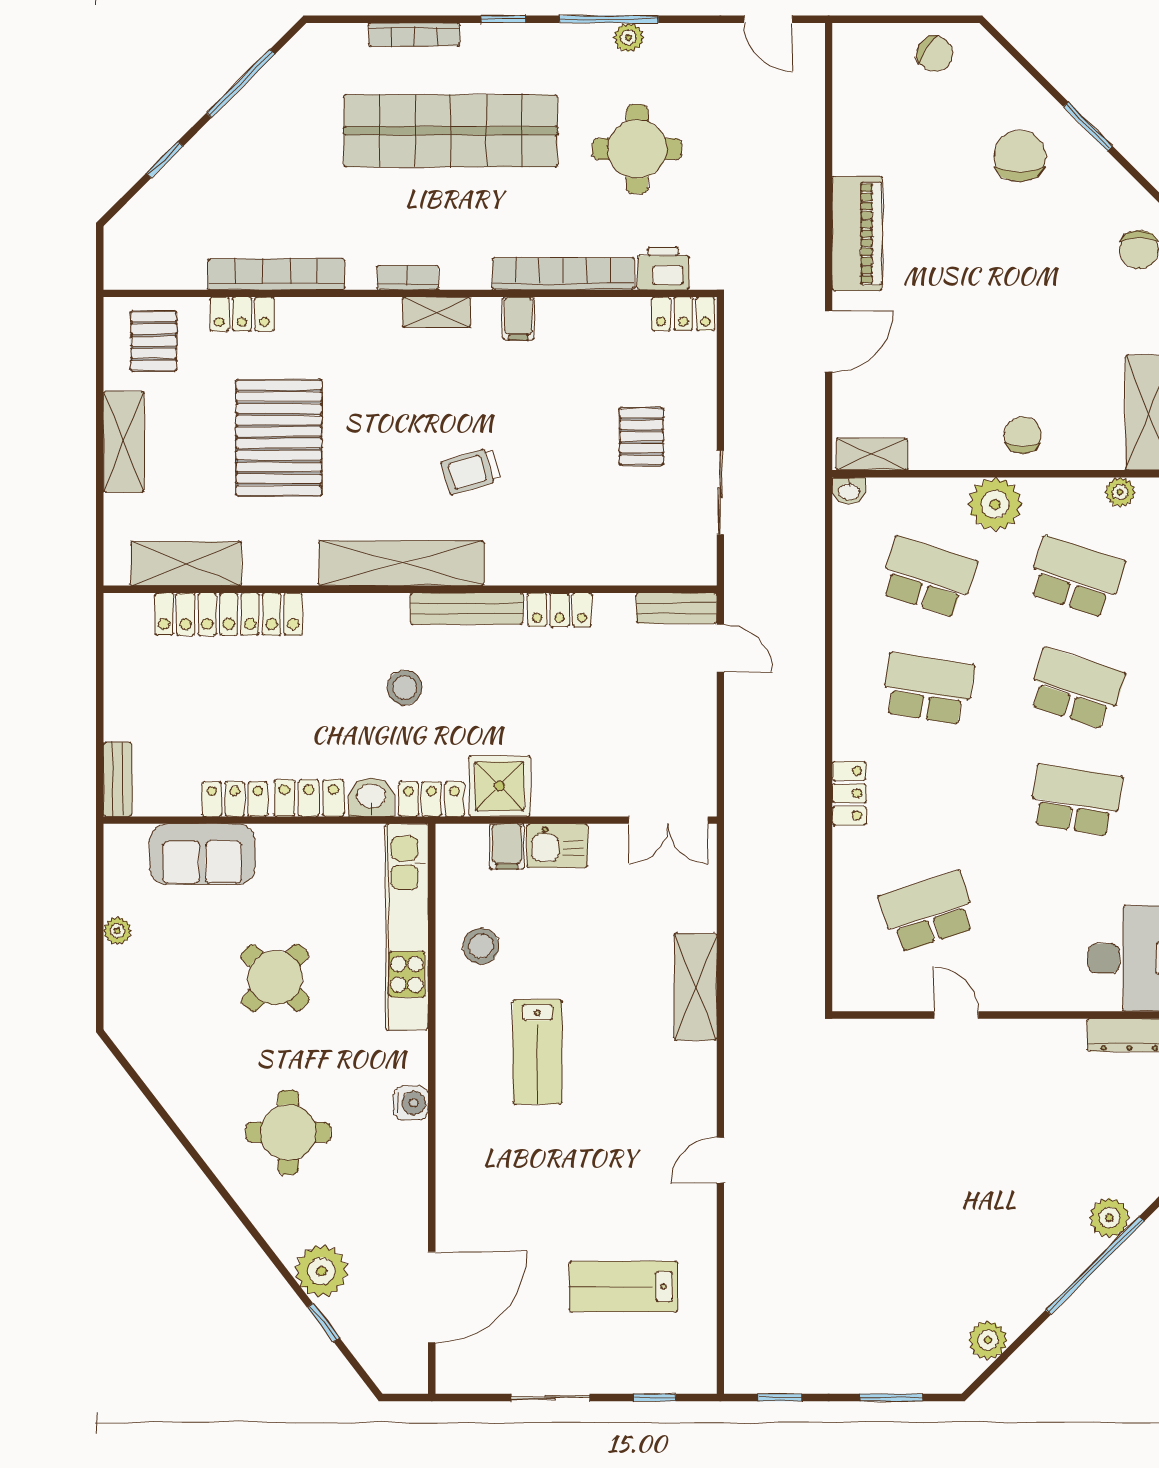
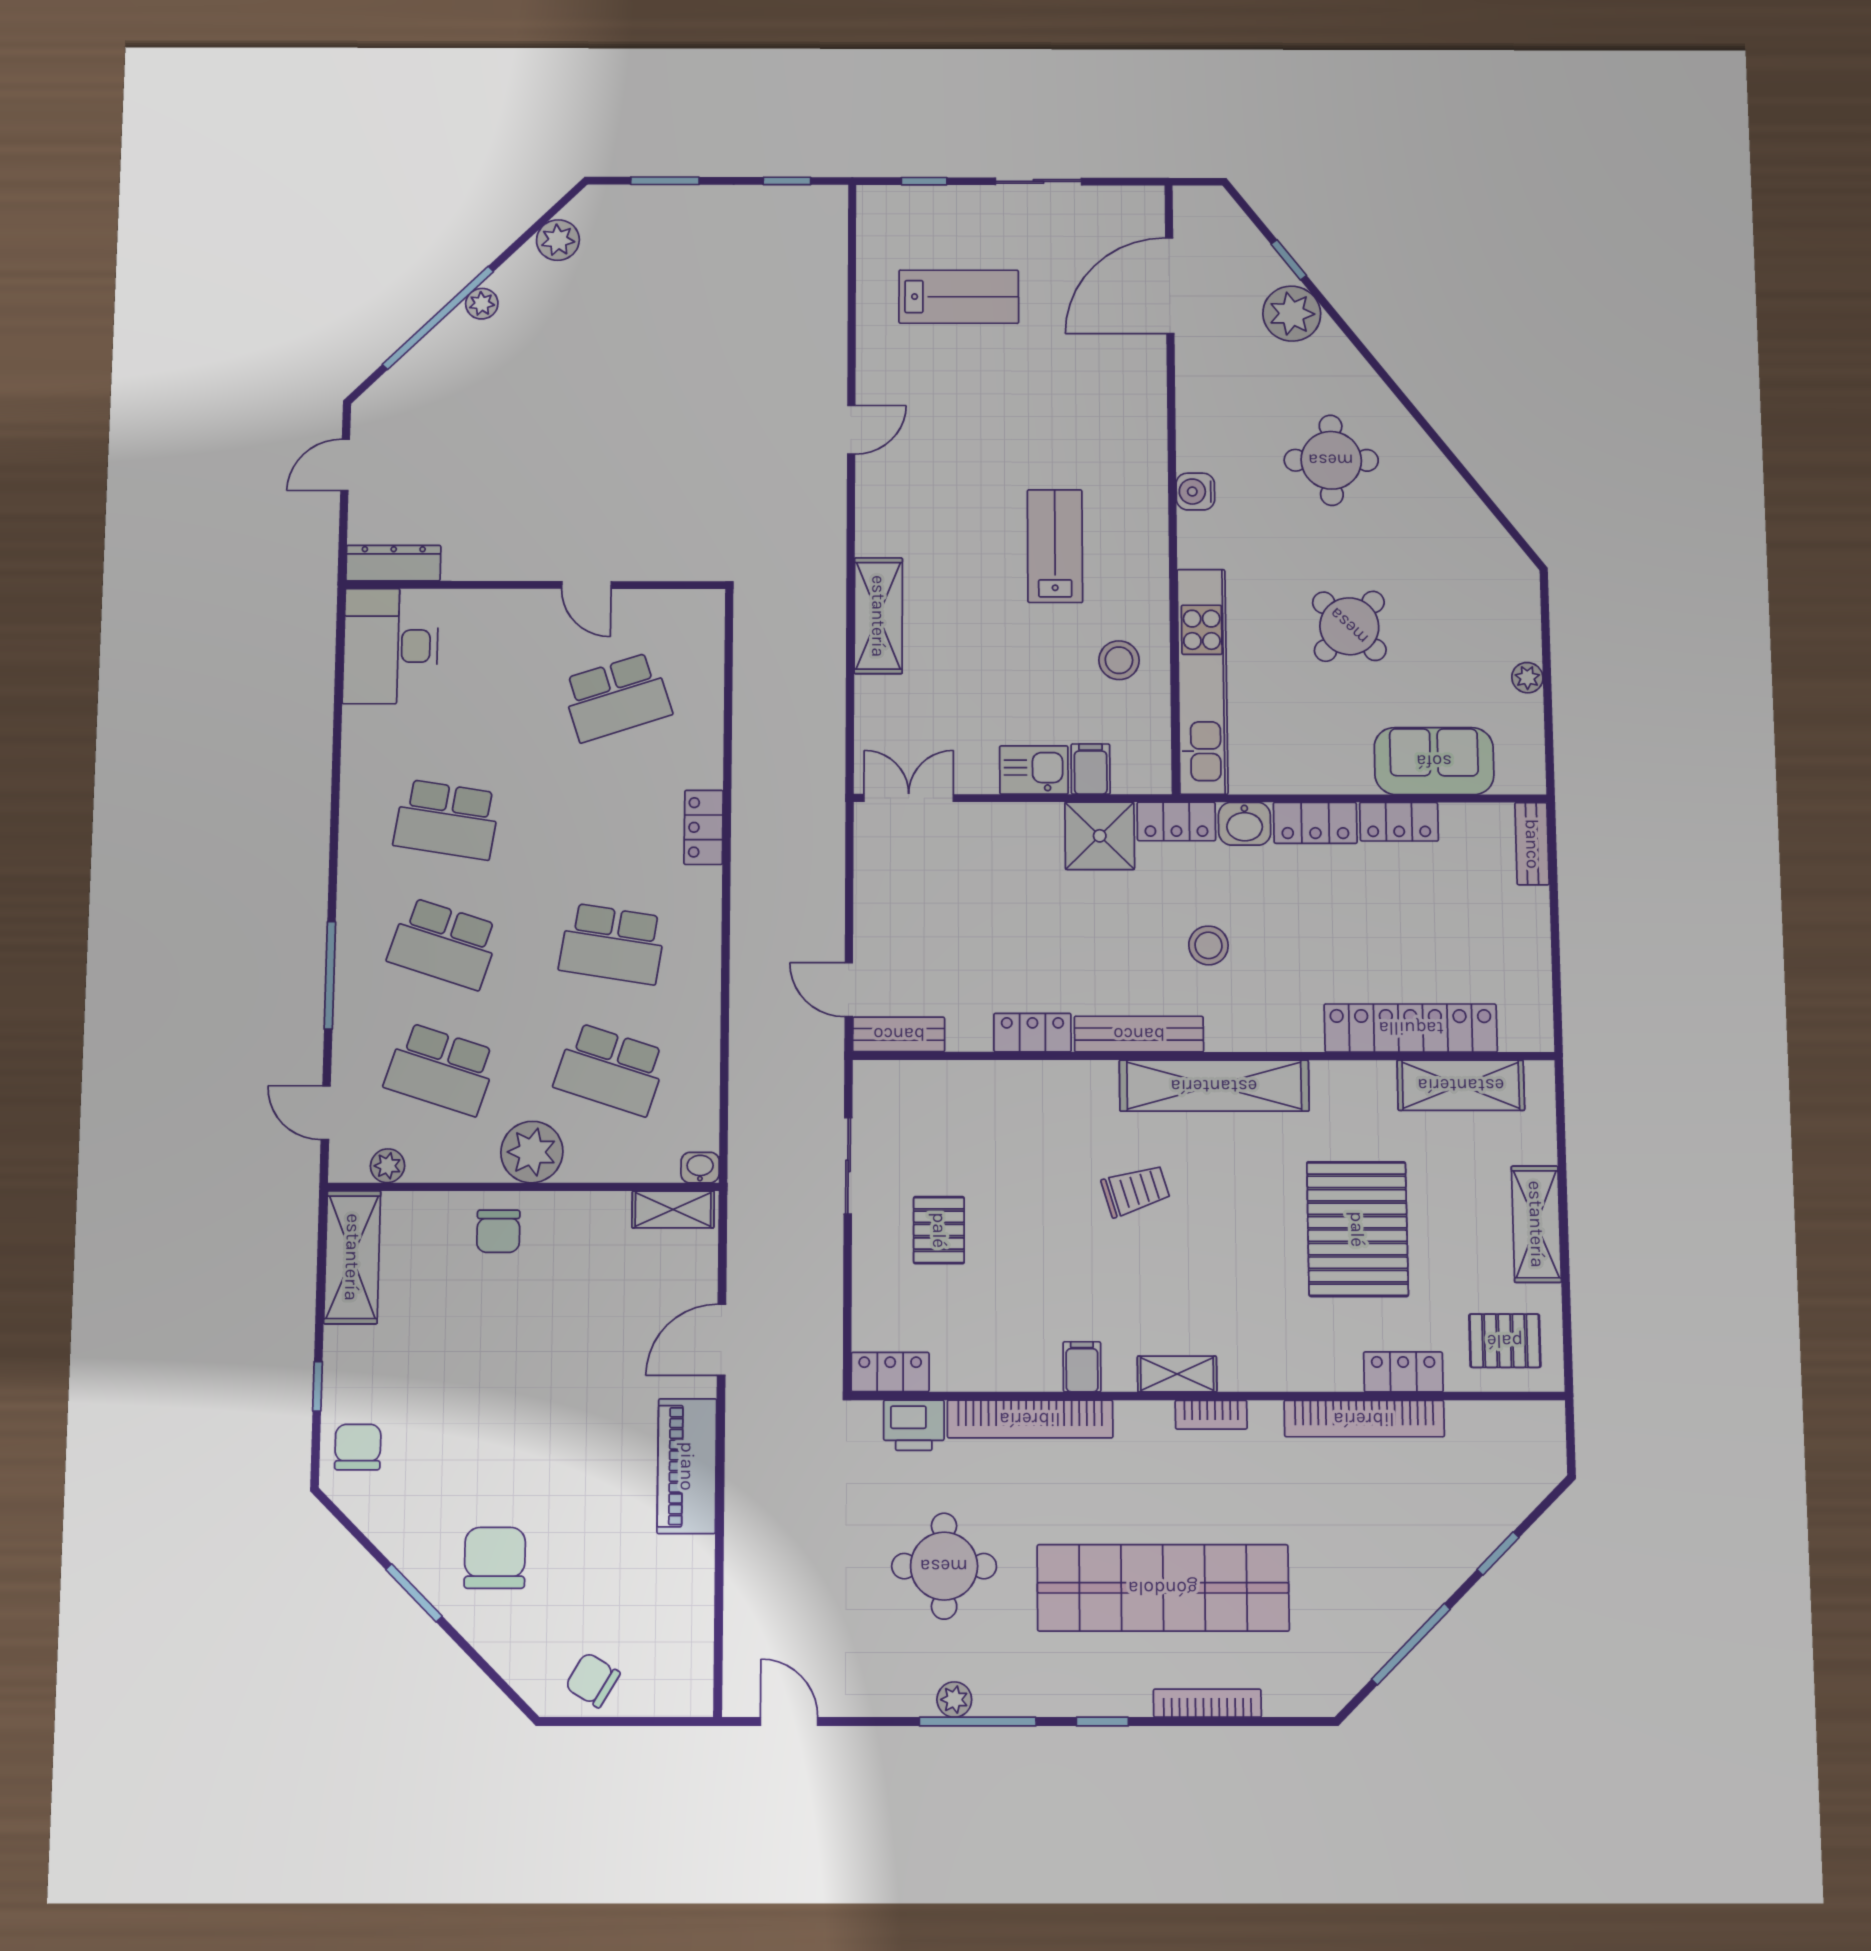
chair: (1020, 156) -> (495, 1558), turned 180
pallet: (154, 341) -> (1505, 1341), turned 90
plant: (1109, 1218) -> (482, 304), moved, width x0.73, depth x0.73

